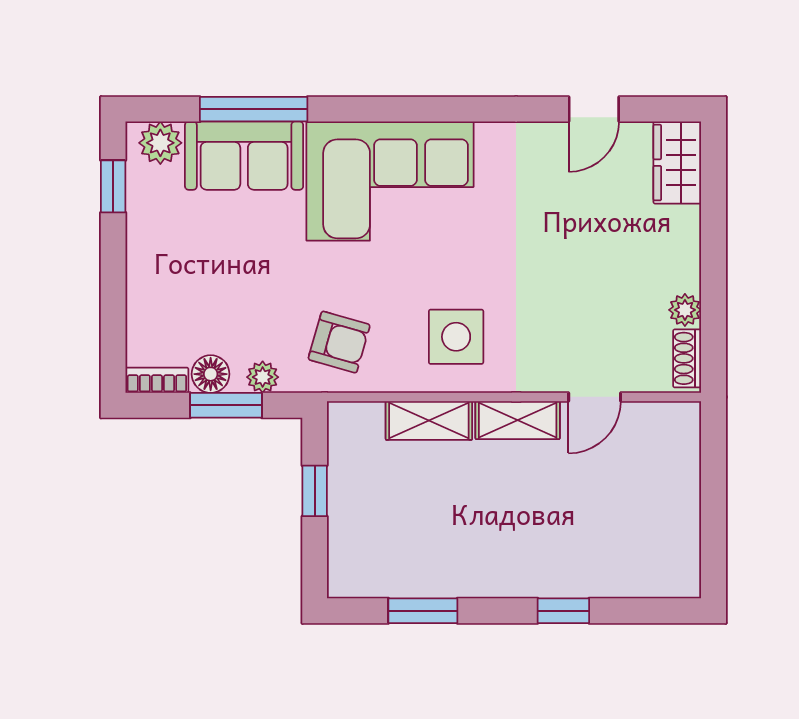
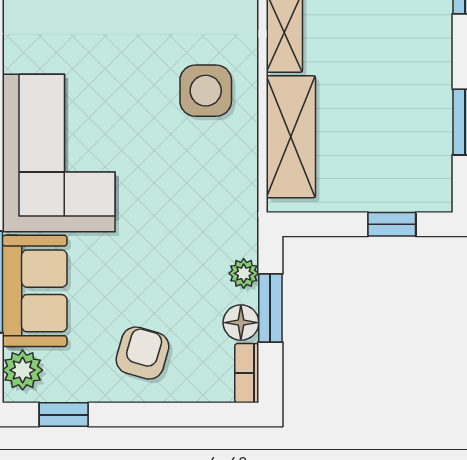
armchair: (339, 342) -> (143, 353), moved
shelving: (429, 421) -> (291, 137), width x1.50, depth x1.33
window: (315, 491) -> (392, 224), moved

